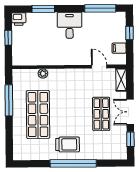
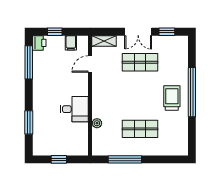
printer: (19, 19) -> (39, 43), moved
desk: (70, 25) -> (74, 109), moved, turned 180
shop shelf: (38, 114) -> (140, 129), width x0.70, depth x0.74

